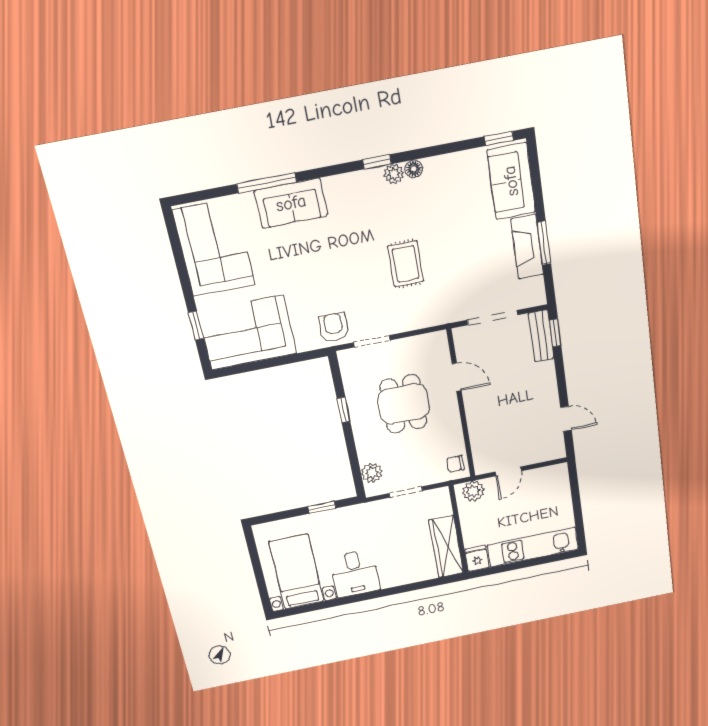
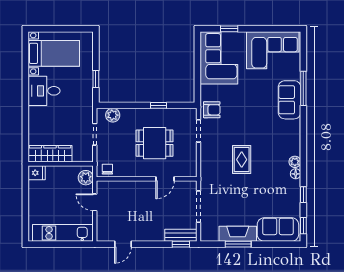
window: (377, 162) -> (303, 195), moved
rug: (406, 264) -> (242, 160), turned 90
kitchen unit: (533, 547) -> (63, 233), moved, turned -90

